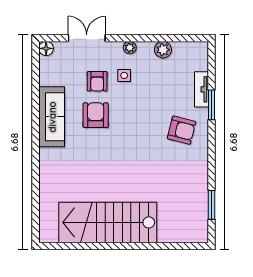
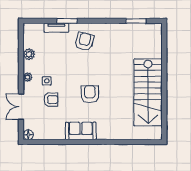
armchair: (96, 115) -> (90, 94), moved, turned 90
sofa: (52, 117) -> (81, 131), width x0.73

